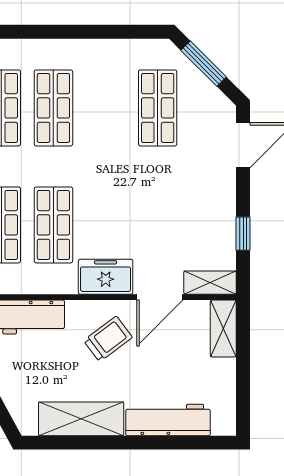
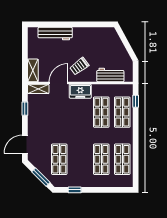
window: (120, 32) -> (75, 190), added
shelving: (81, 419) -> (90, 34), removed

